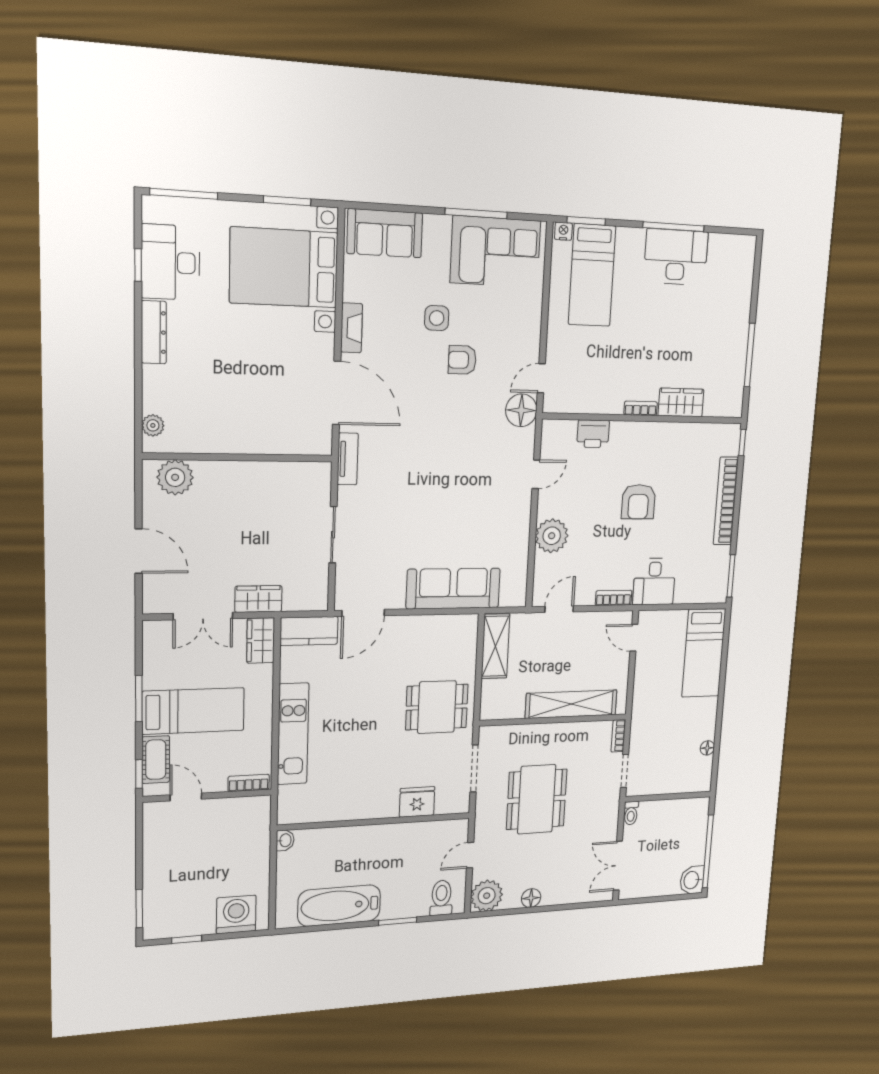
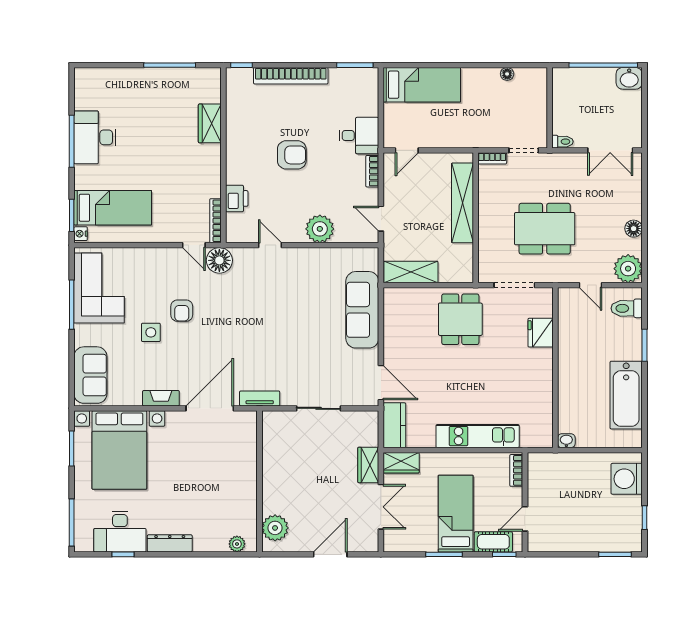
bookcase: (641, 408) -> (215, 221), moved, width x1.56

